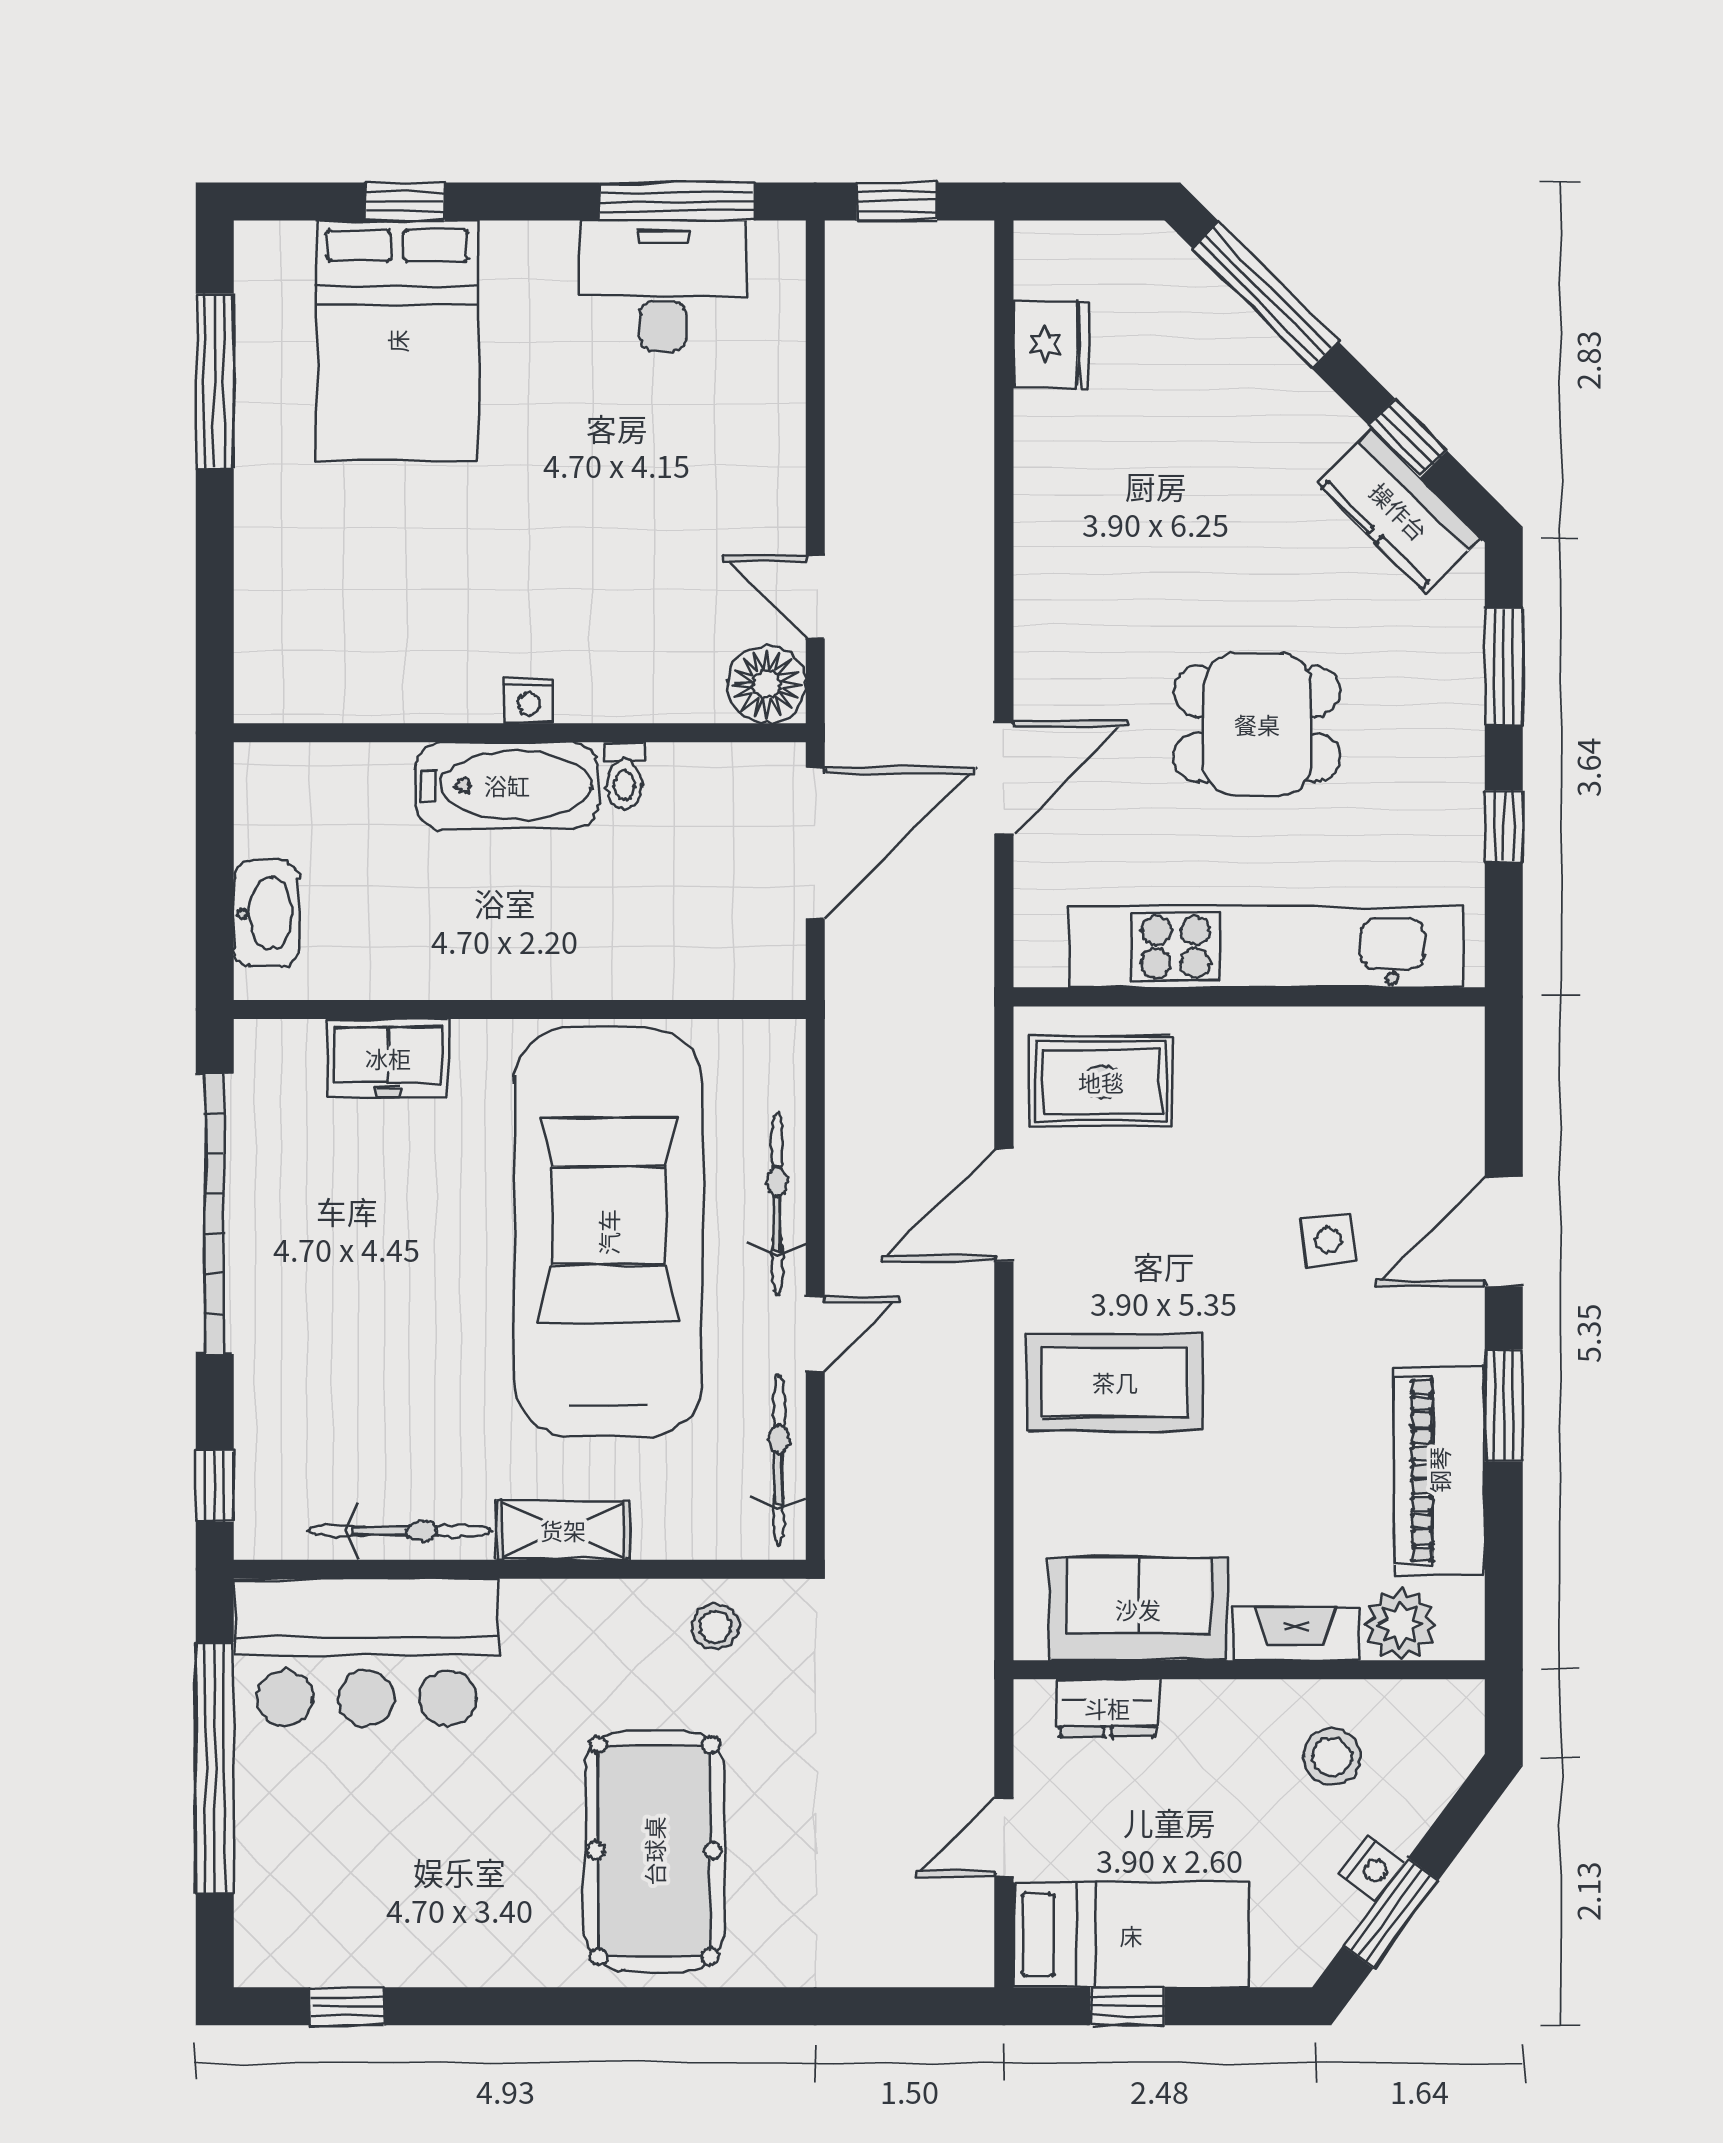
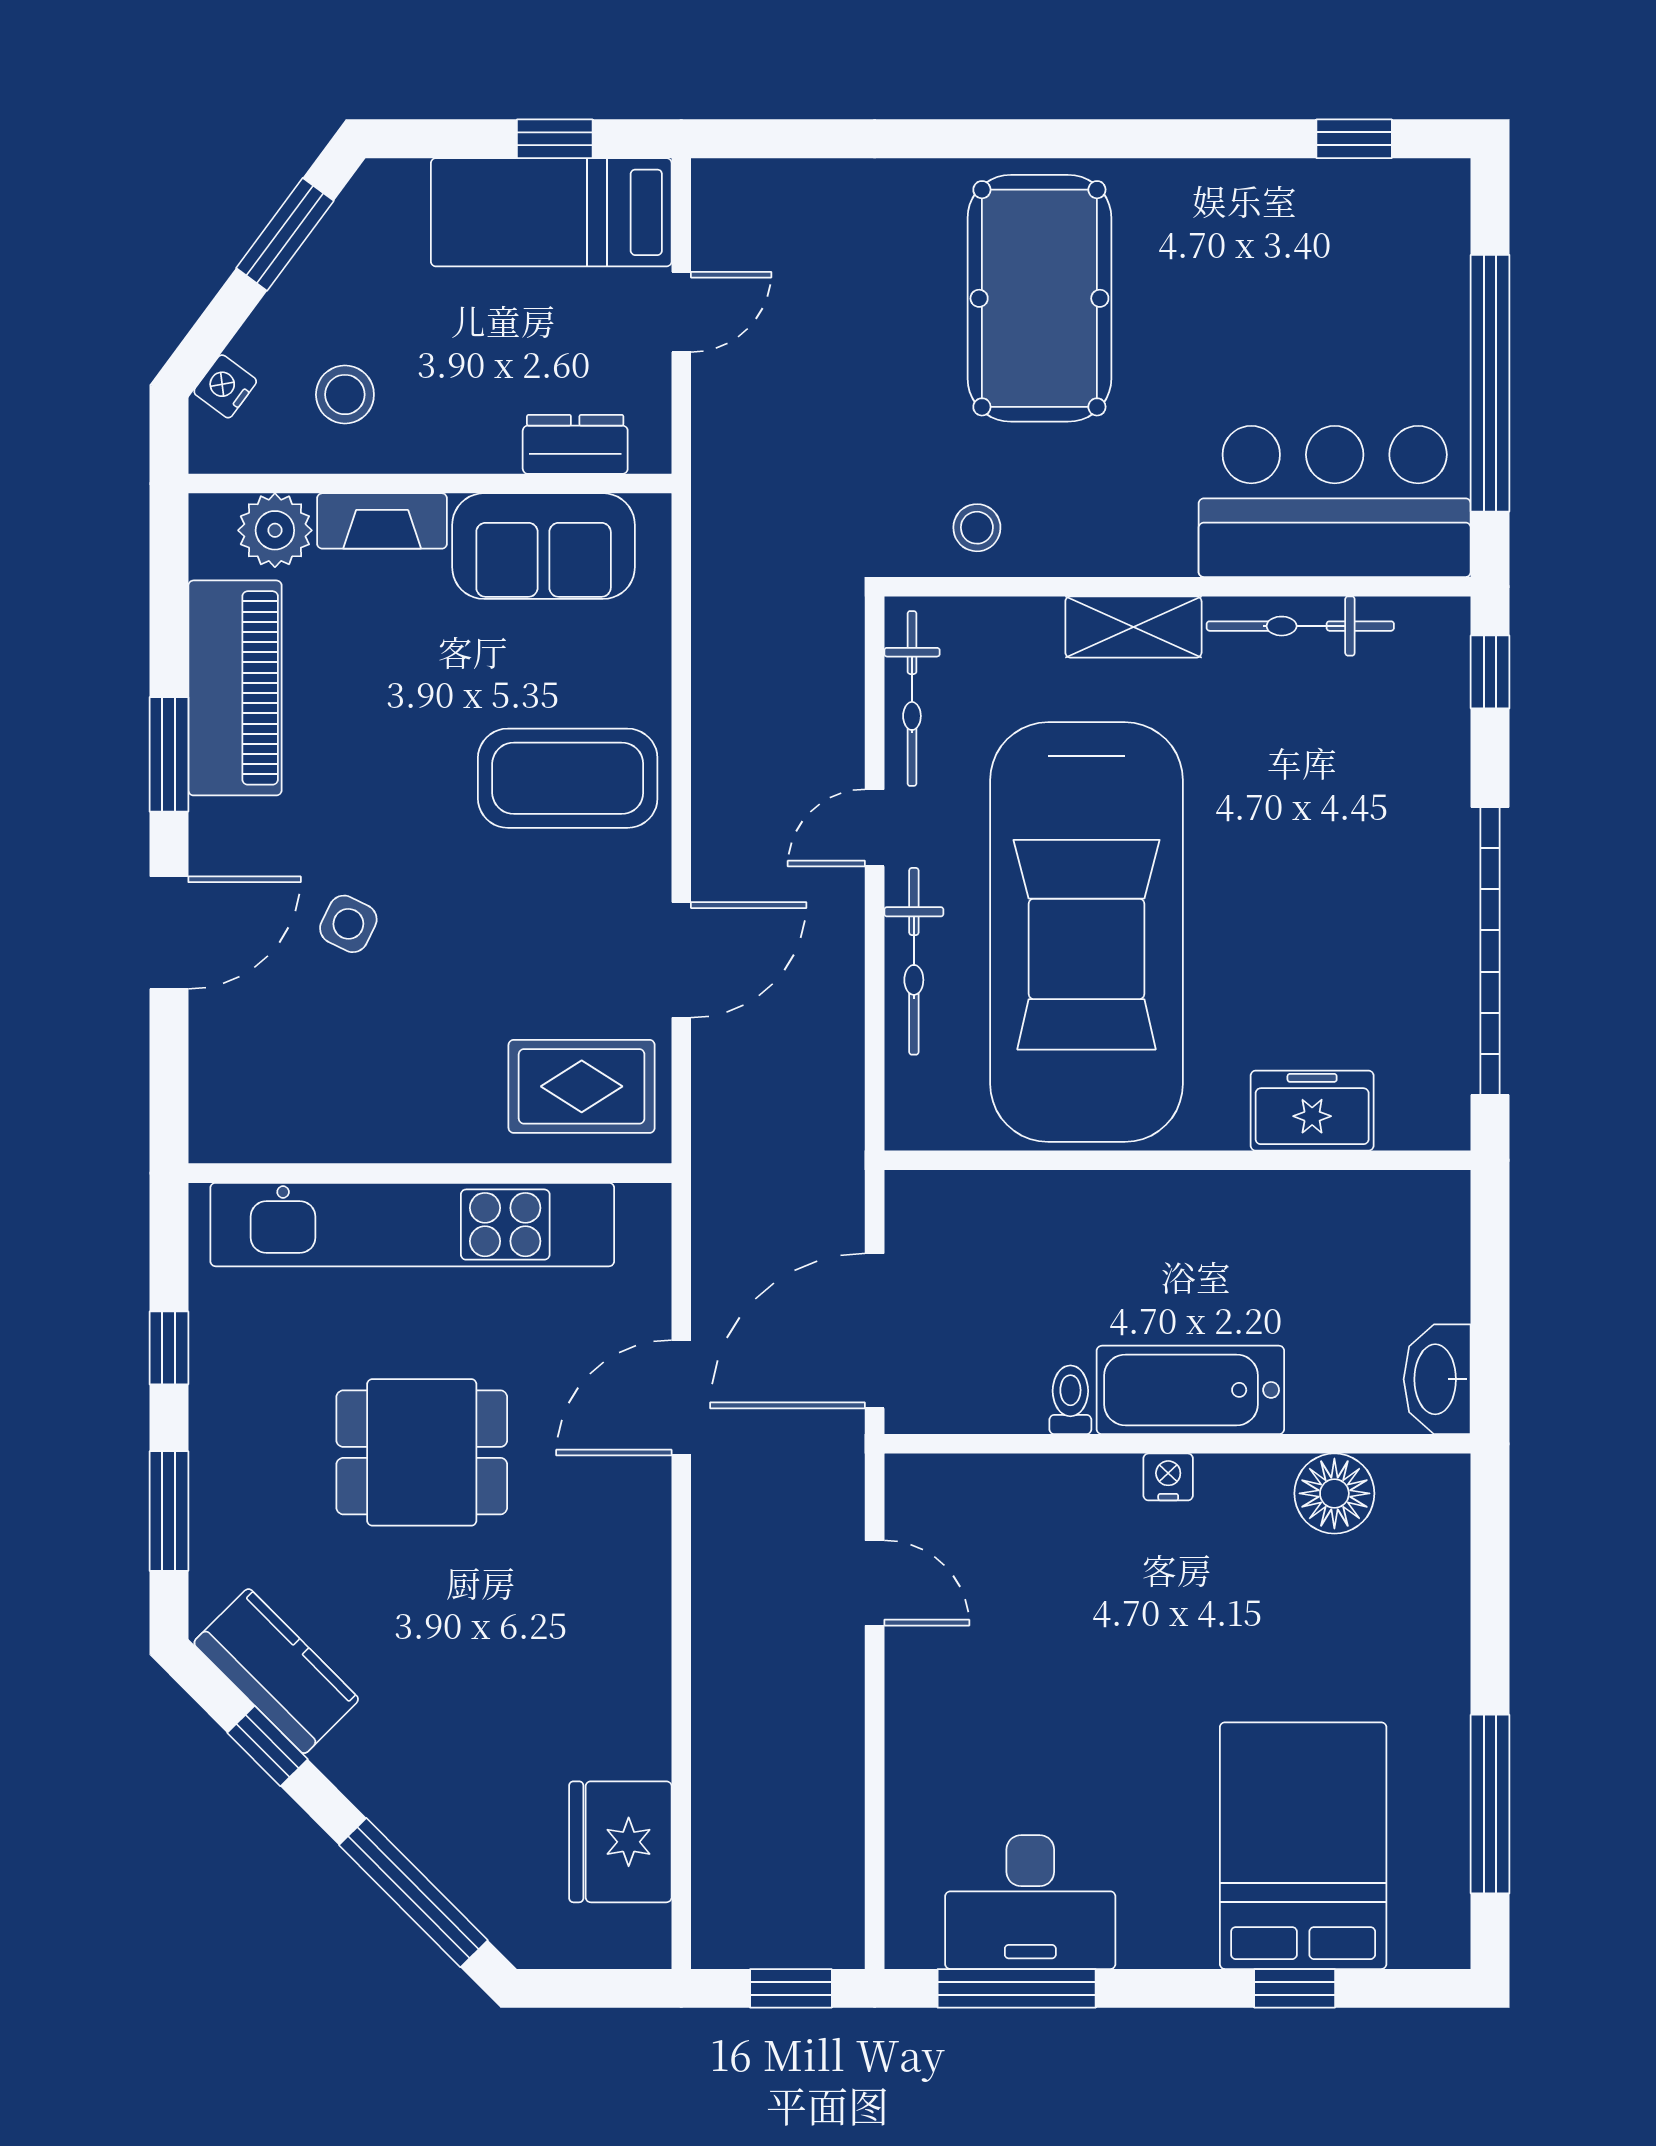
fridge: (1051, 344) -> (620, 1842), width x1.36, depth x1.34
floor lamp: (767, 684) -> (1334, 1493), moved
washbasin: (266, 914) -> (1437, 1379), moved
side table: (1329, 1240) -> (348, 924), turned 33
nightstand: (1372, 1868) -> (225, 386), moved

